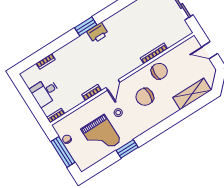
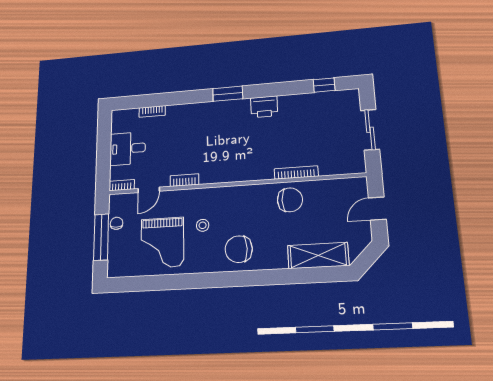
printer: (98, 33) -> (264, 107), moved
door: (210, 50) -> (377, 209), hinge flipped
door: (113, 85) -> (149, 190), moved
chair: (145, 97) -> (239, 249), moved
window: (127, 149) -> (185, 281), removed

